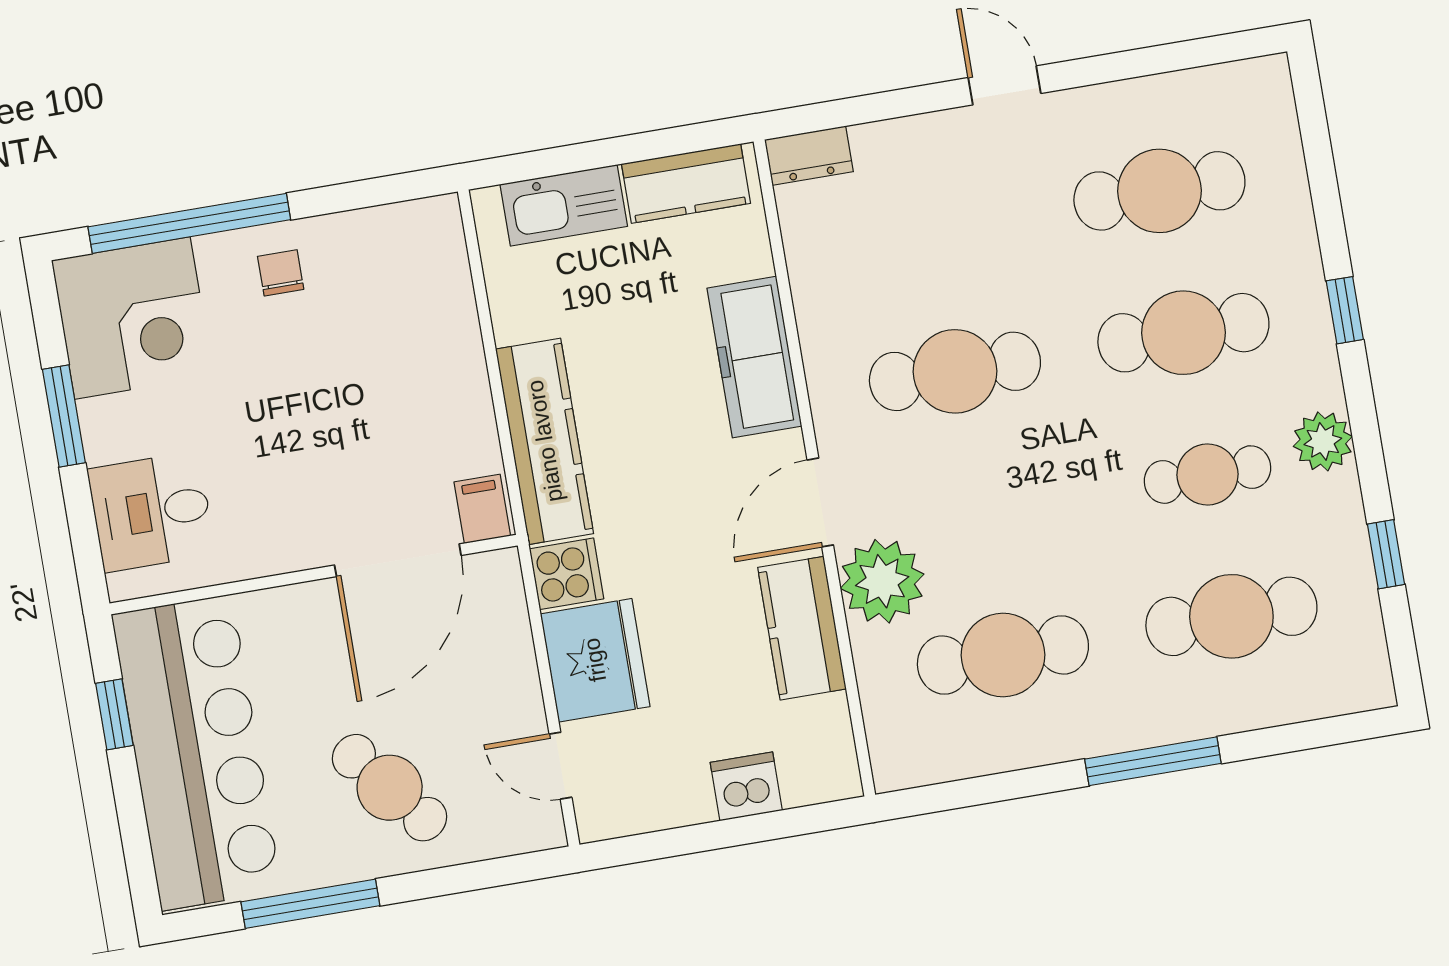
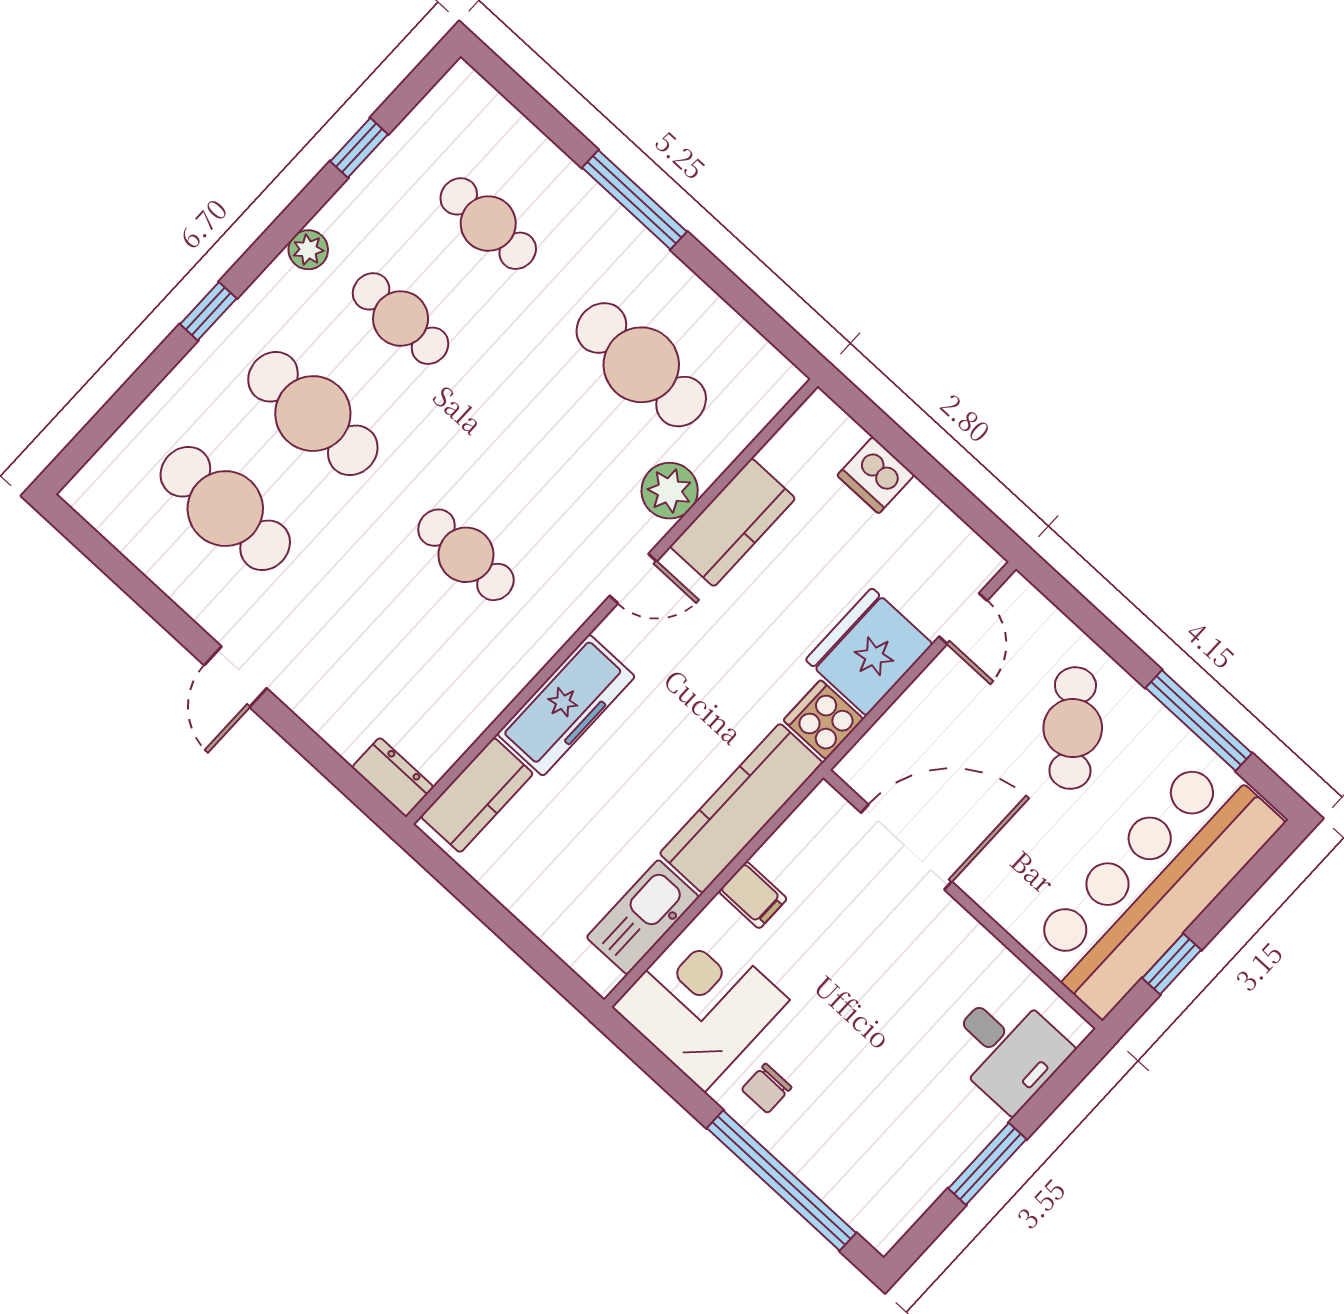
kitchen counter: (686, 184) -> (477, 795), moved, turned 90
kitchen sink: (564, 205) -> (643, 917), moved, turned -90
corner desk: (132, 318) -> (701, 1003), moved
cafe table: (955, 371) -> (466, 555), width x0.73, depth x0.74
plant: (1323, 441) -> (308, 250), width x0.73, depth x0.73
door: (820, 502) -> (633, 579), width x0.73
filing cabinet: (482, 509) -> (753, 895), moved, turned -90
plant: (882, 581) -> (670, 491), width x0.73, depth x0.73
cafe table: (1231, 616) -> (488, 224), width x0.73, depth x0.74

